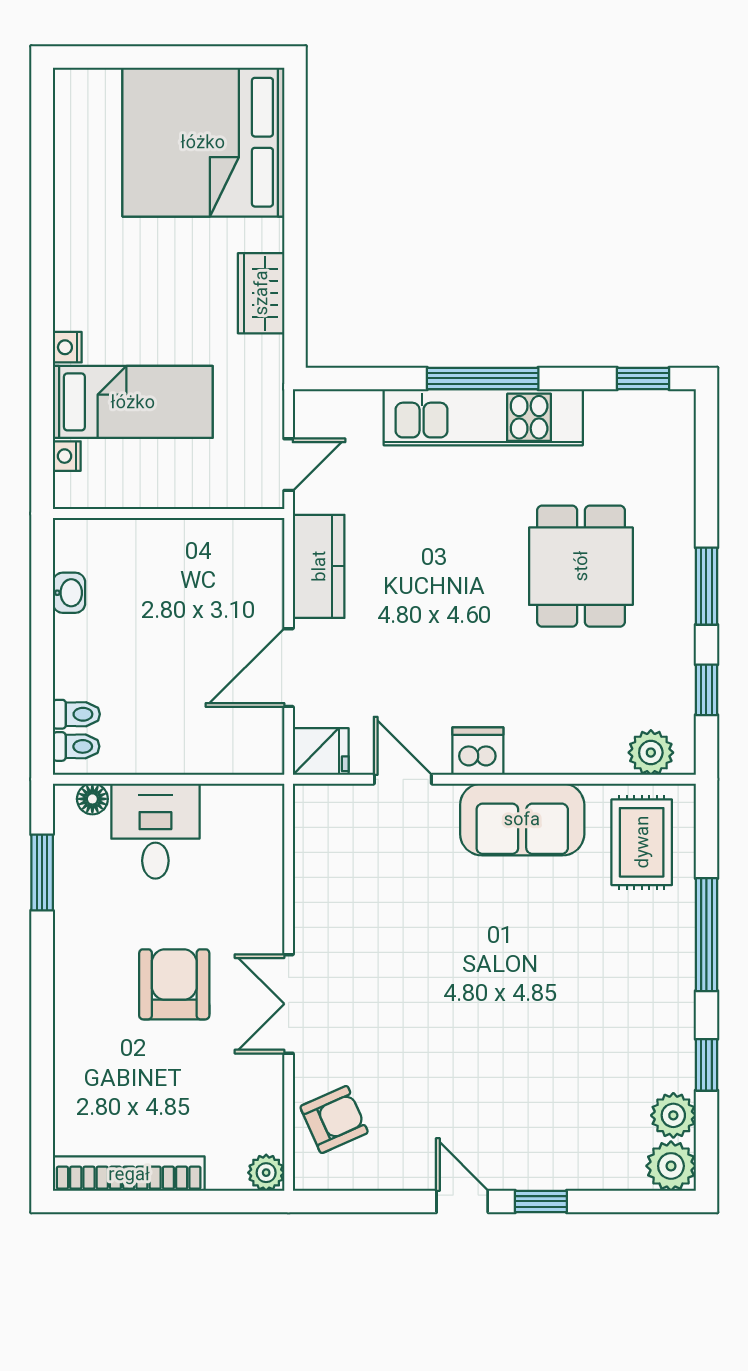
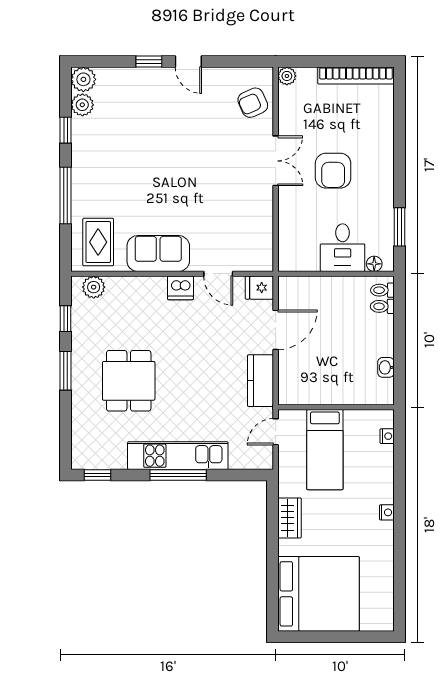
nightstand: (67, 347) -> (387, 512), moved
bed: (133, 402) -> (325, 450), moved, turned -90

